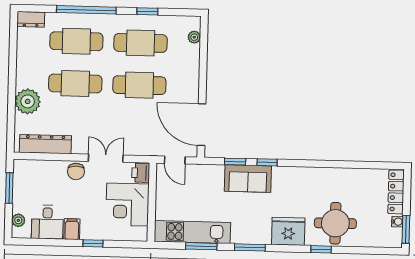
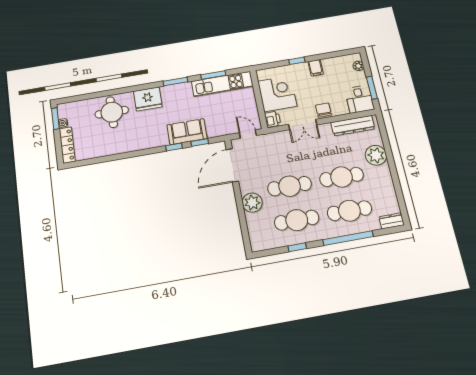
plant: (194, 37) -> (252, 203), moved, width x1.87, depth x1.87
door: (202, 125) -> (232, 165), swing flipped
desk: (47, 222) -> (359, 99), moved, turned 180
window: (321, 249) -> (120, 91), removed

